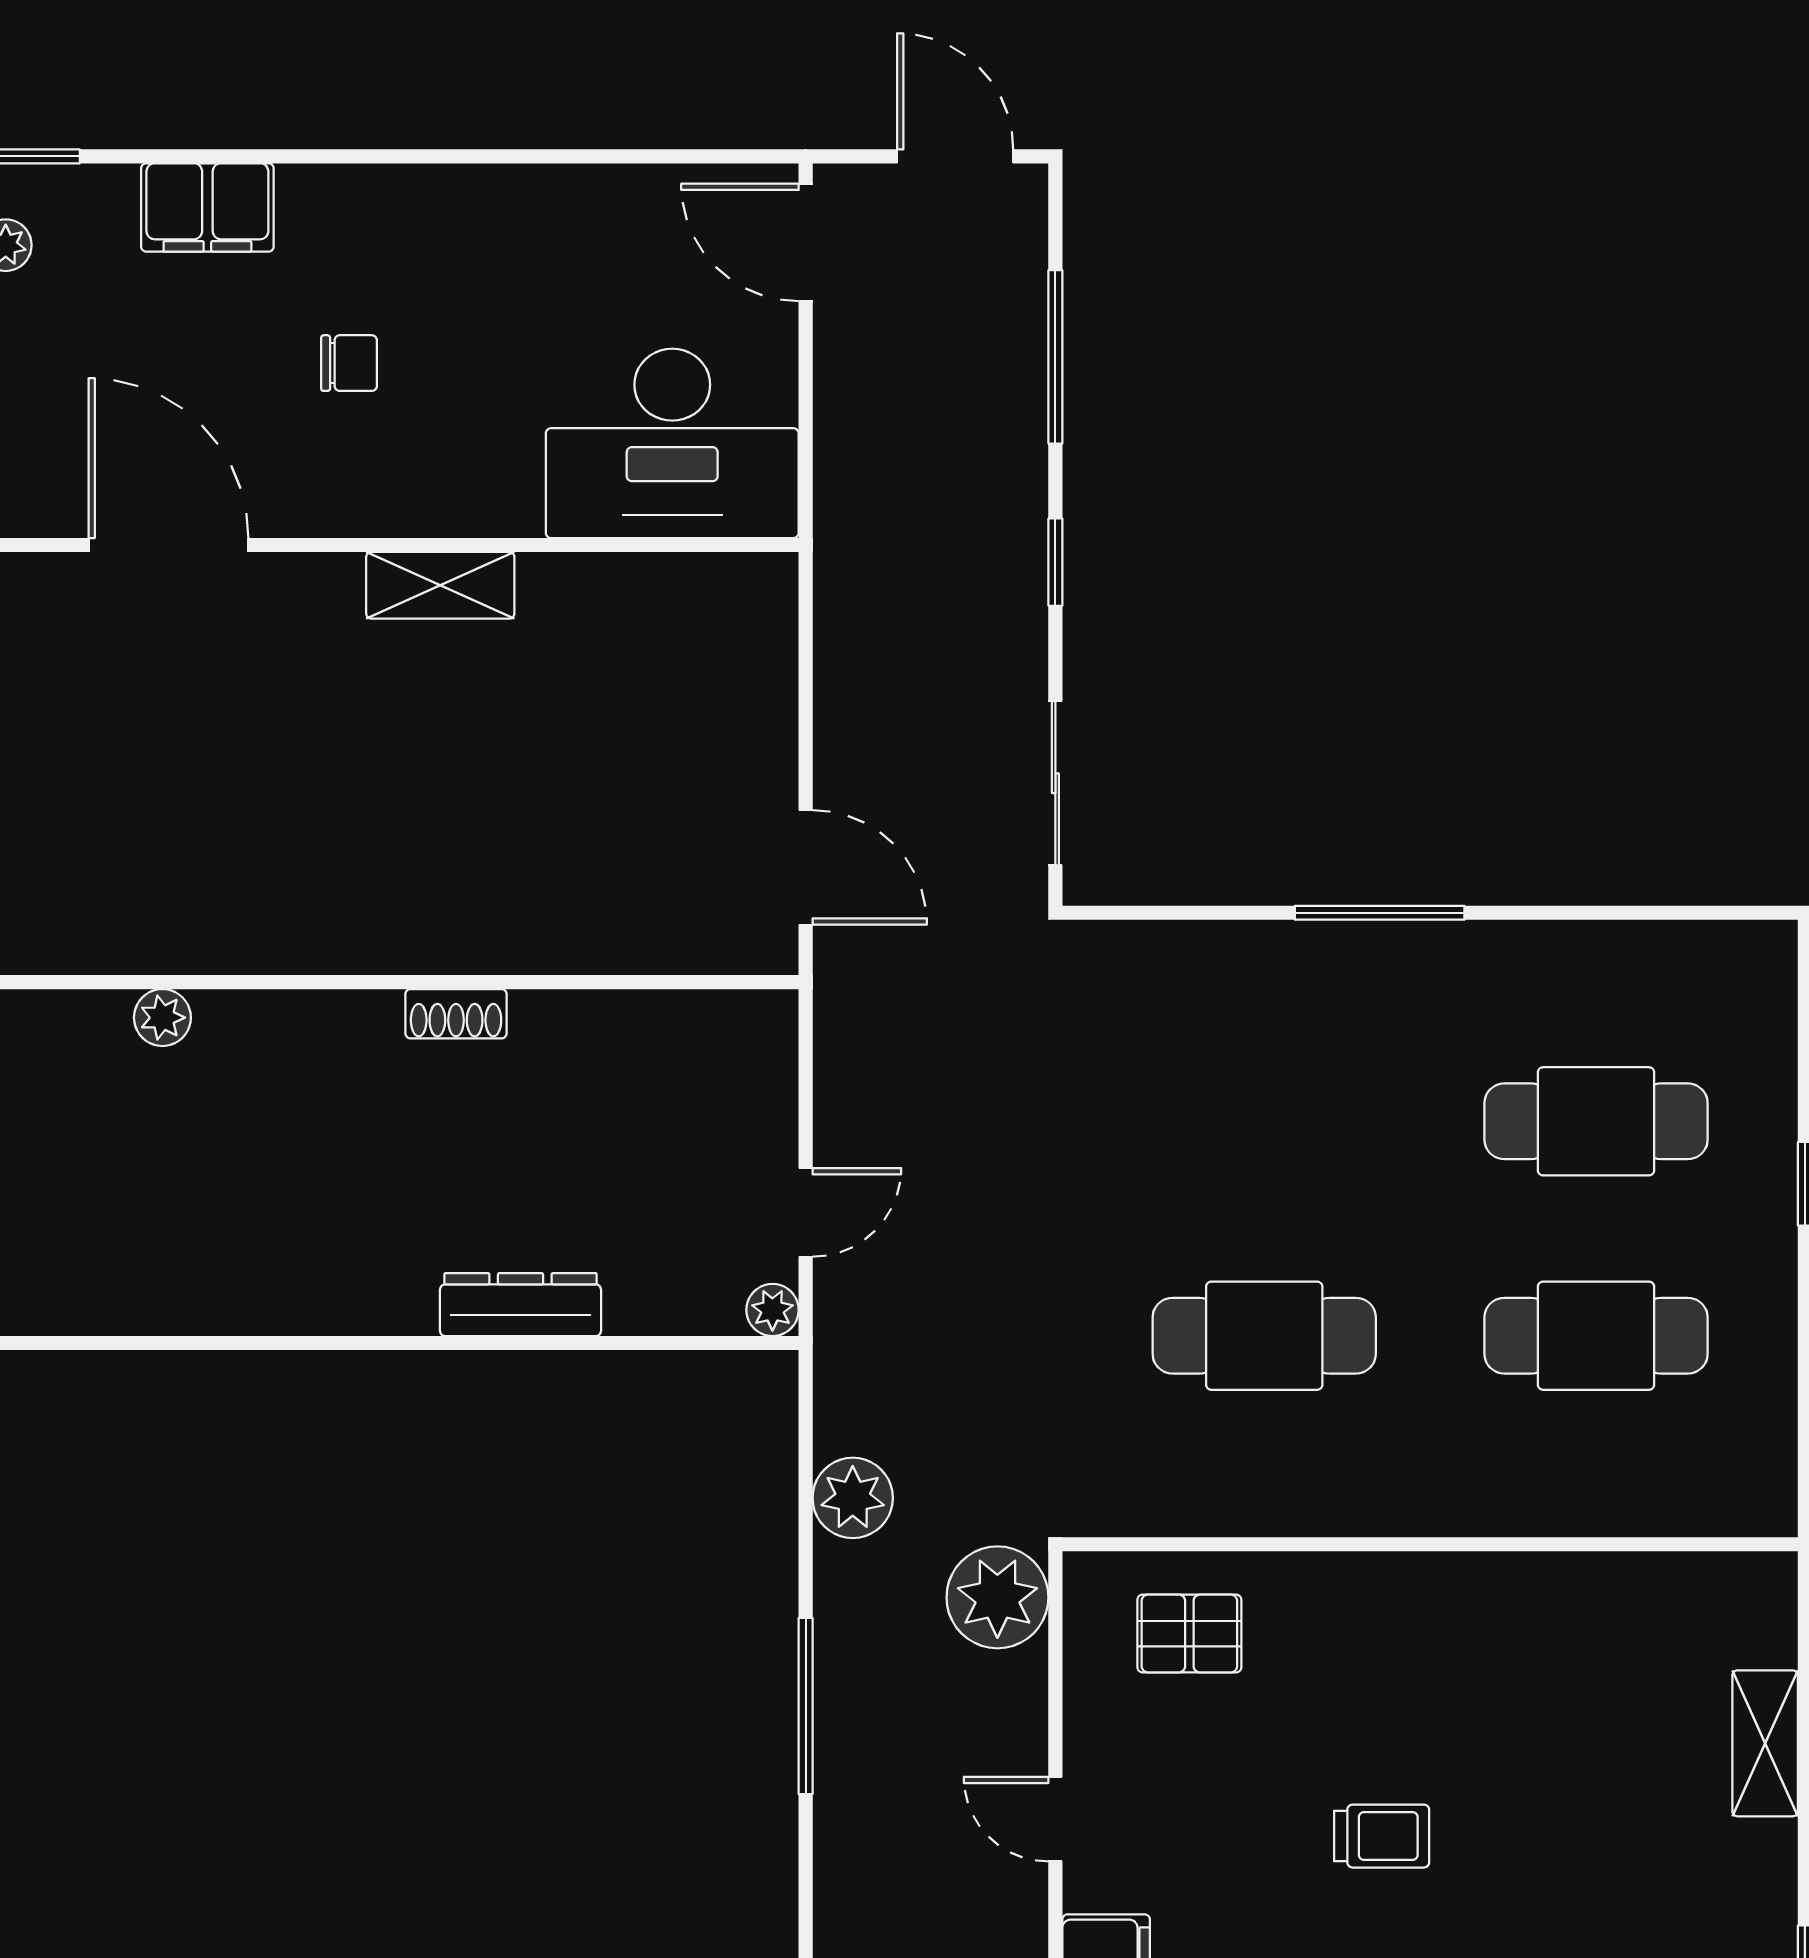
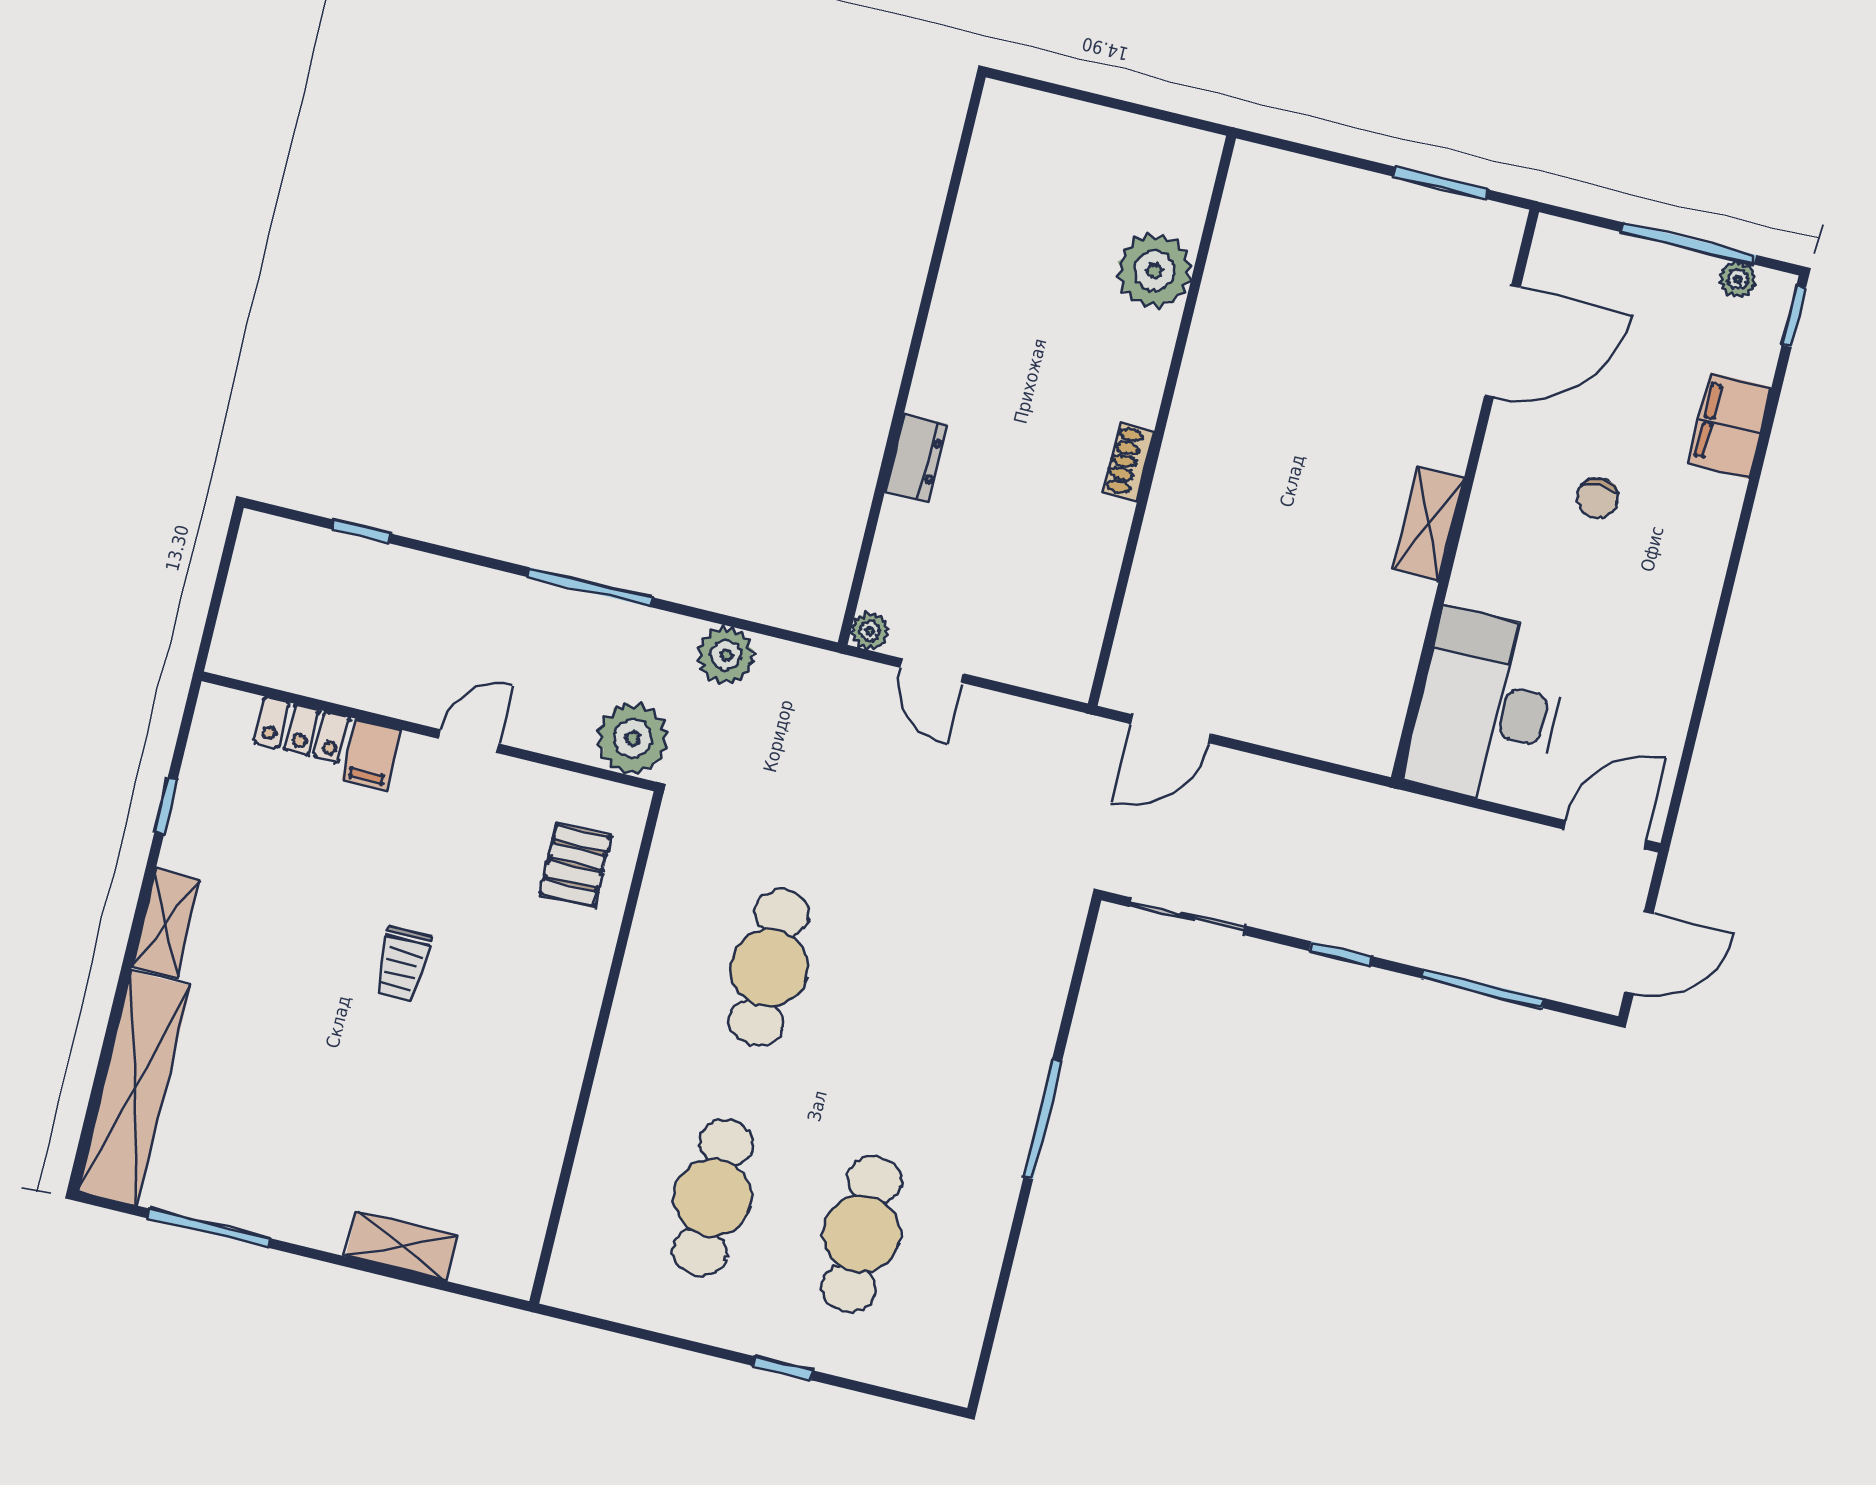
plant: (162, 1018) -> (1154, 271), width x1.88, depth x1.88
dresser: (520, 1305) -> (916, 457), width x0.70

